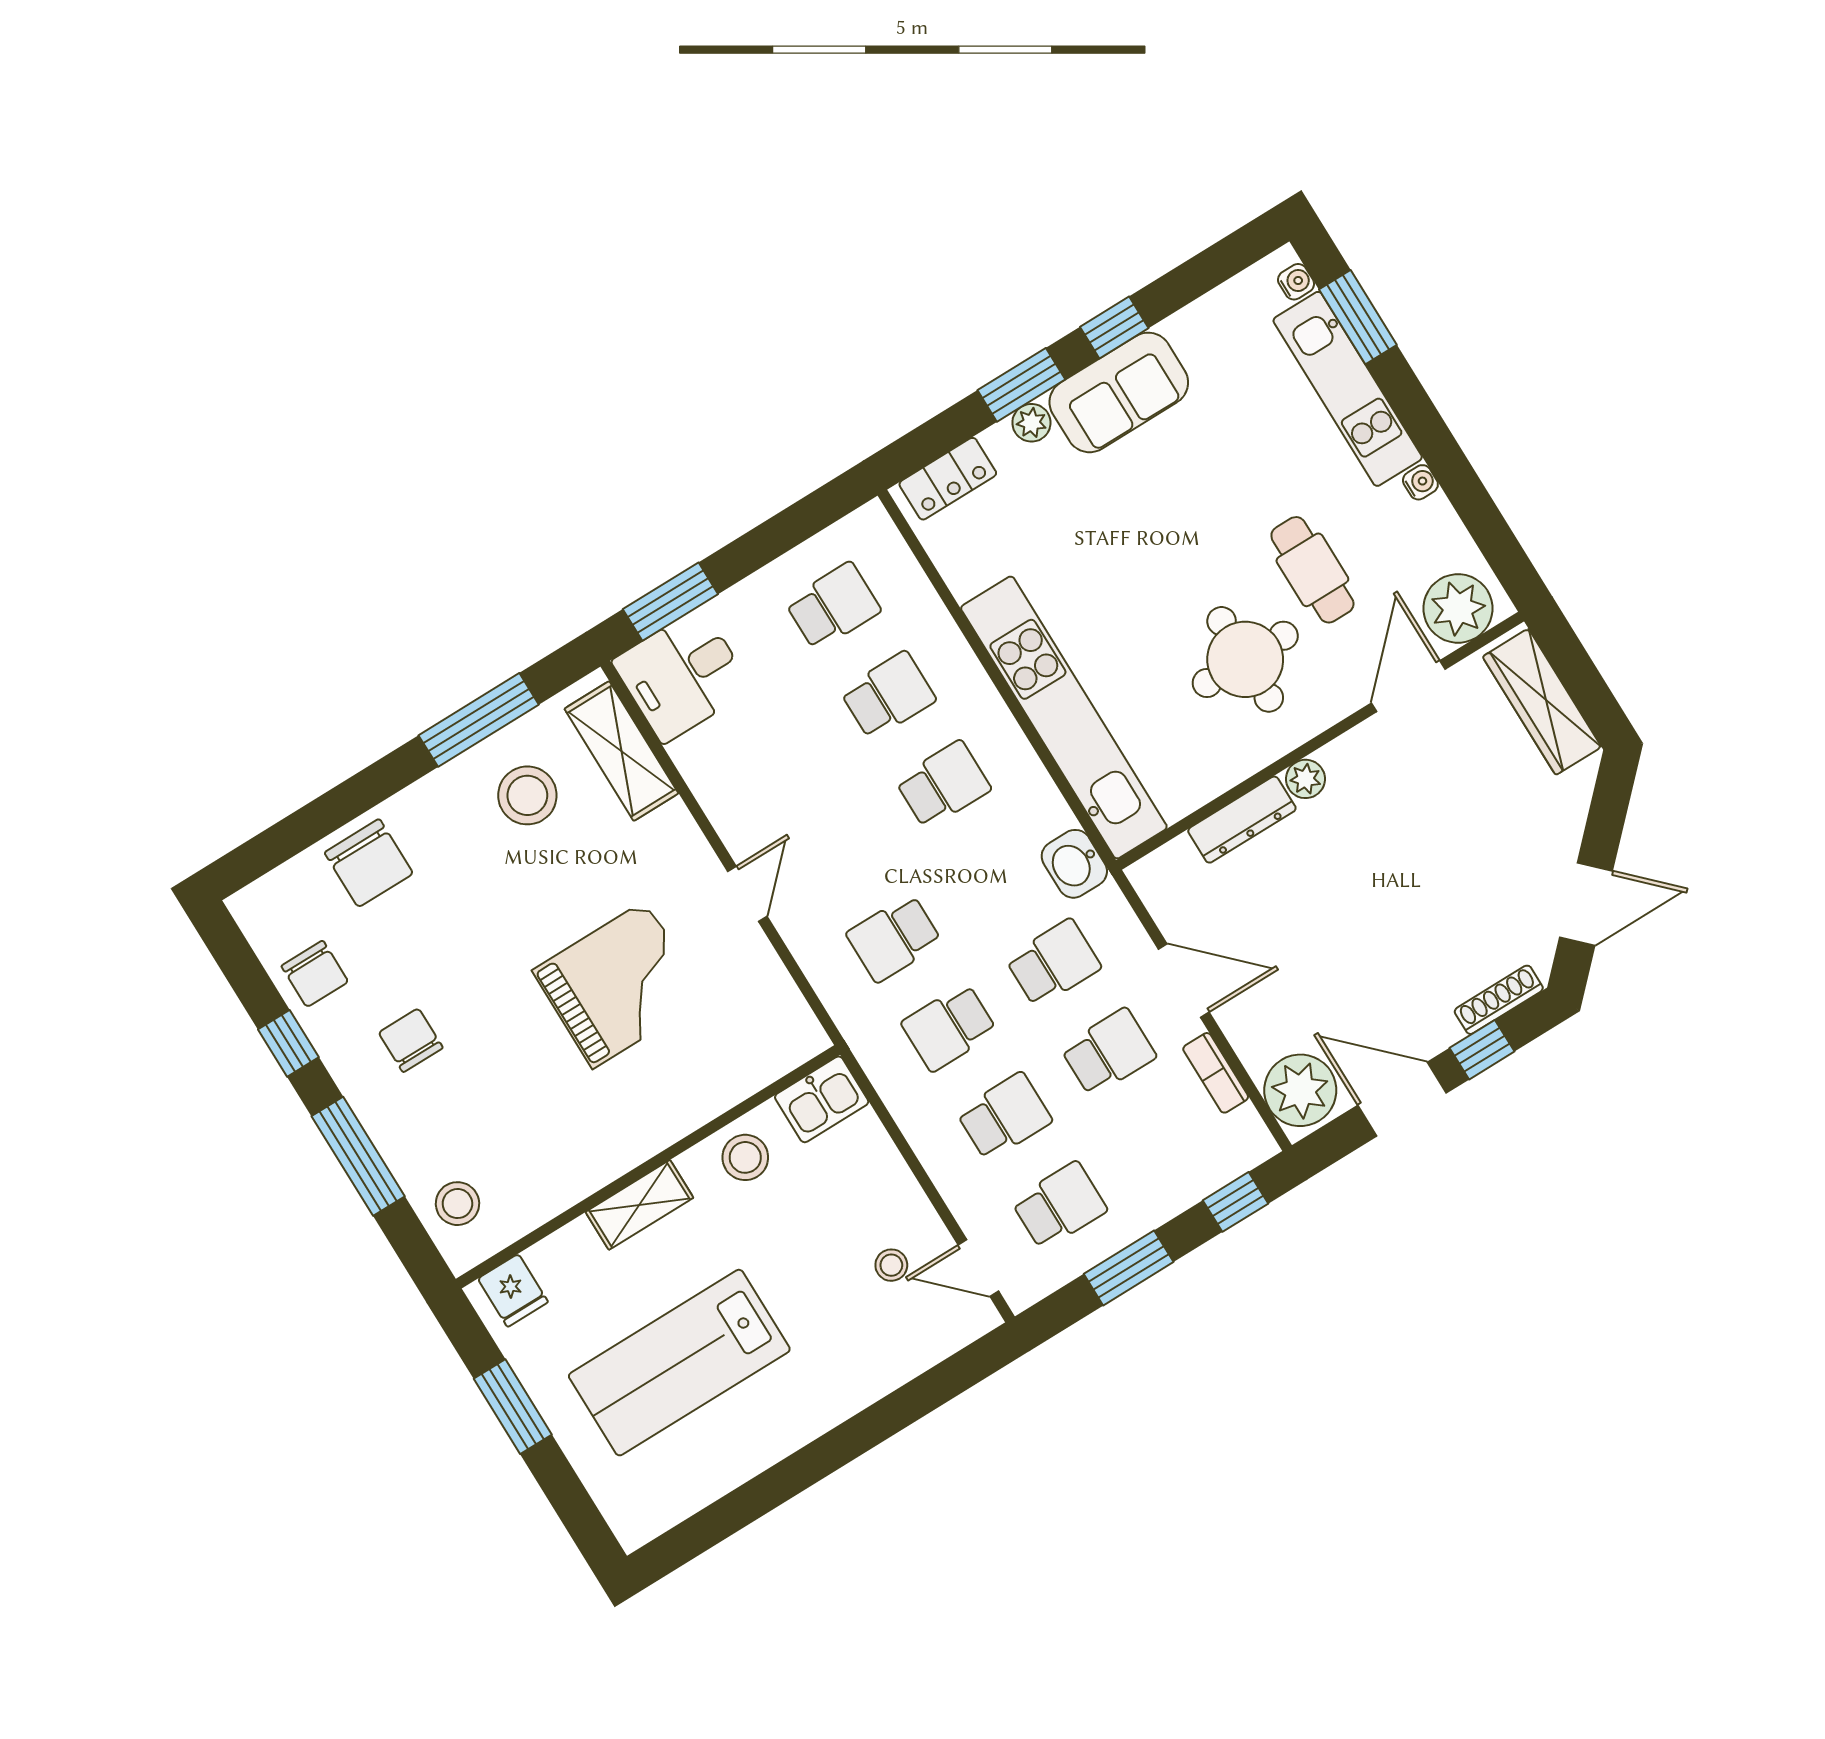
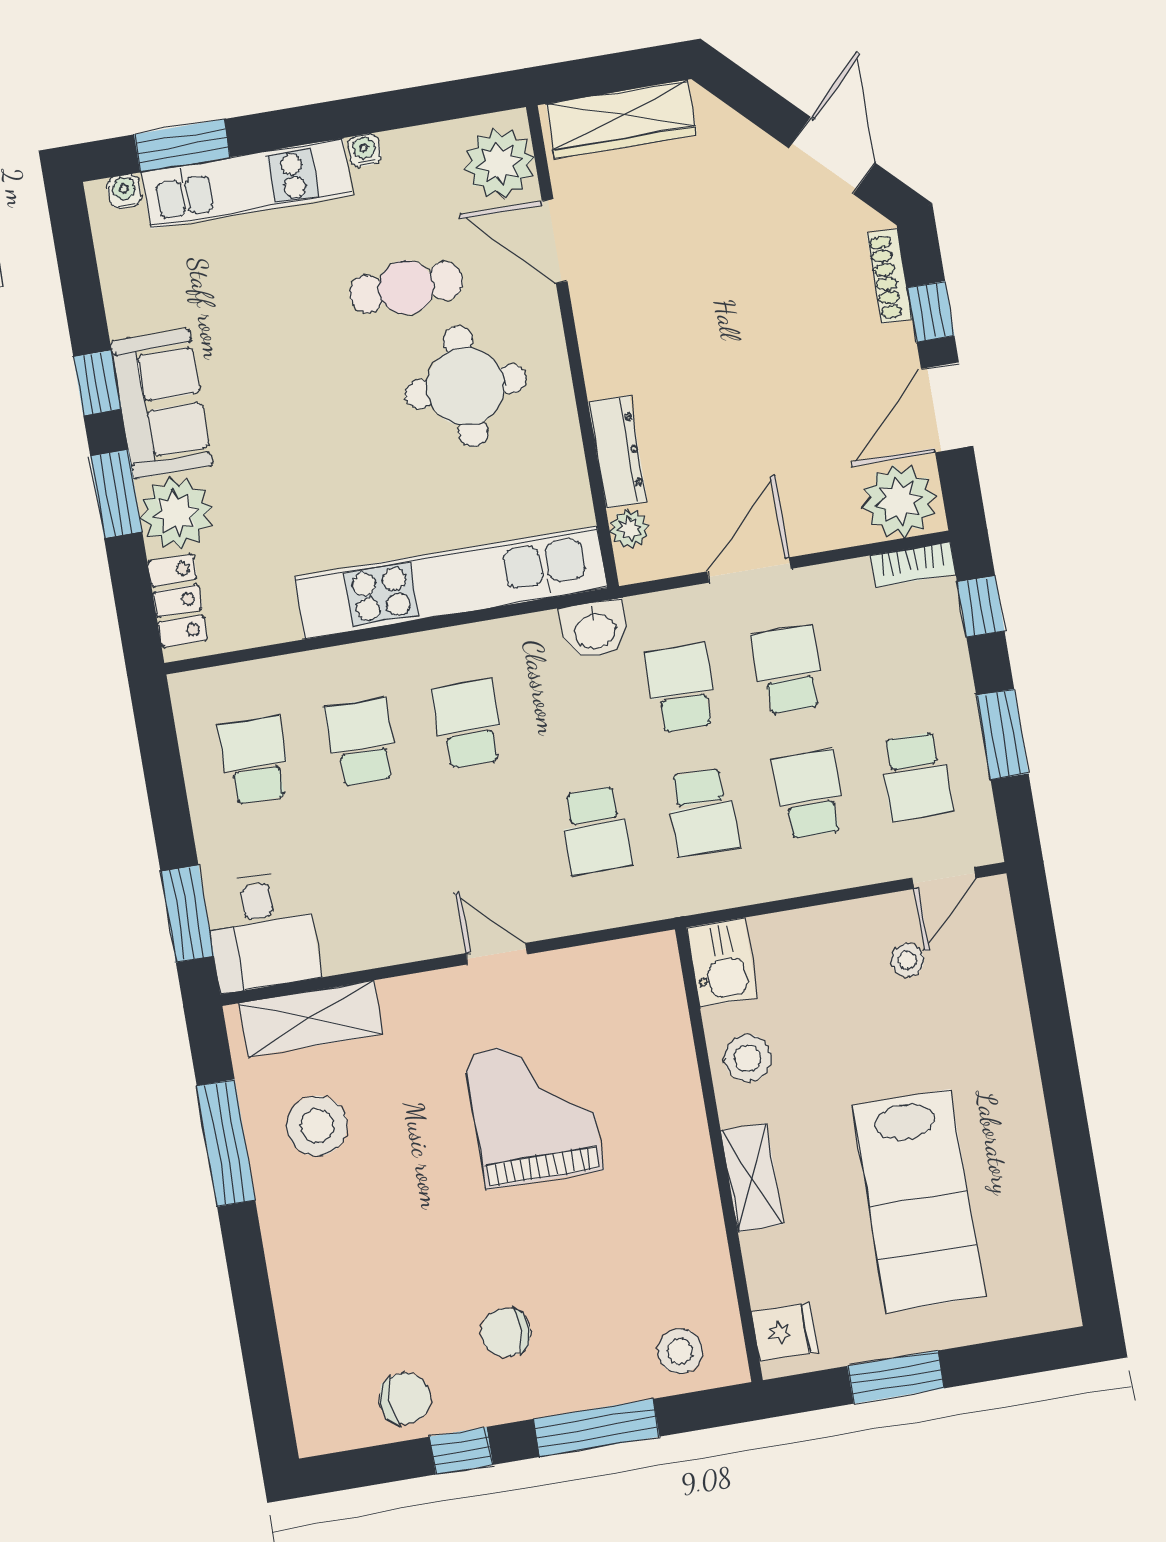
plant: (1031, 423) -> (176, 513), width x1.88, depth x1.88
plant: (1305, 779) -> (629, 529), moved
chair: (369, 863) -> (320, 1304), removed
bookcase: (1216, 1073) -> (913, 565), moved
school desk: (1059, 1206) -> (916, 776), turned 180

